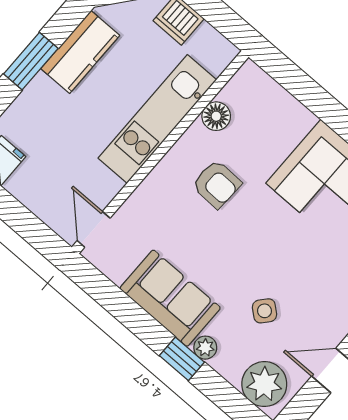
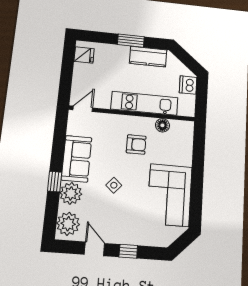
armchair: (217, 184) -> (136, 145), turned -92
side table: (264, 311) -> (114, 185), moved
plant: (205, 348) -> (71, 193), width x1.87, depth x1.87

